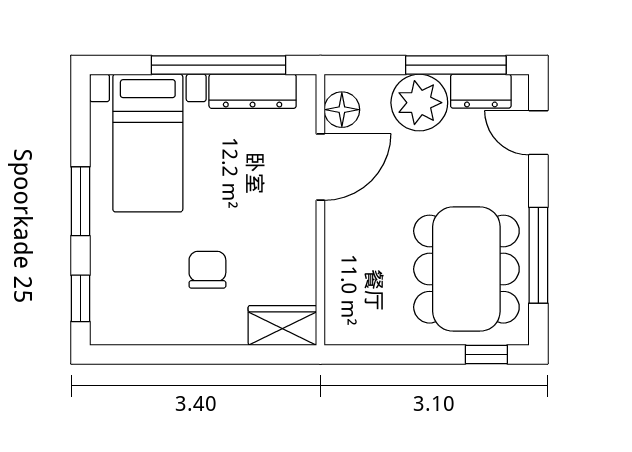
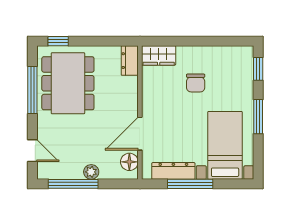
window: (219, 65) -> (190, 184), width x0.68
dresser: (481, 91) -> (130, 61), moved, turned -90
plant: (419, 103) -> (91, 172), width x0.53, depth x0.53

